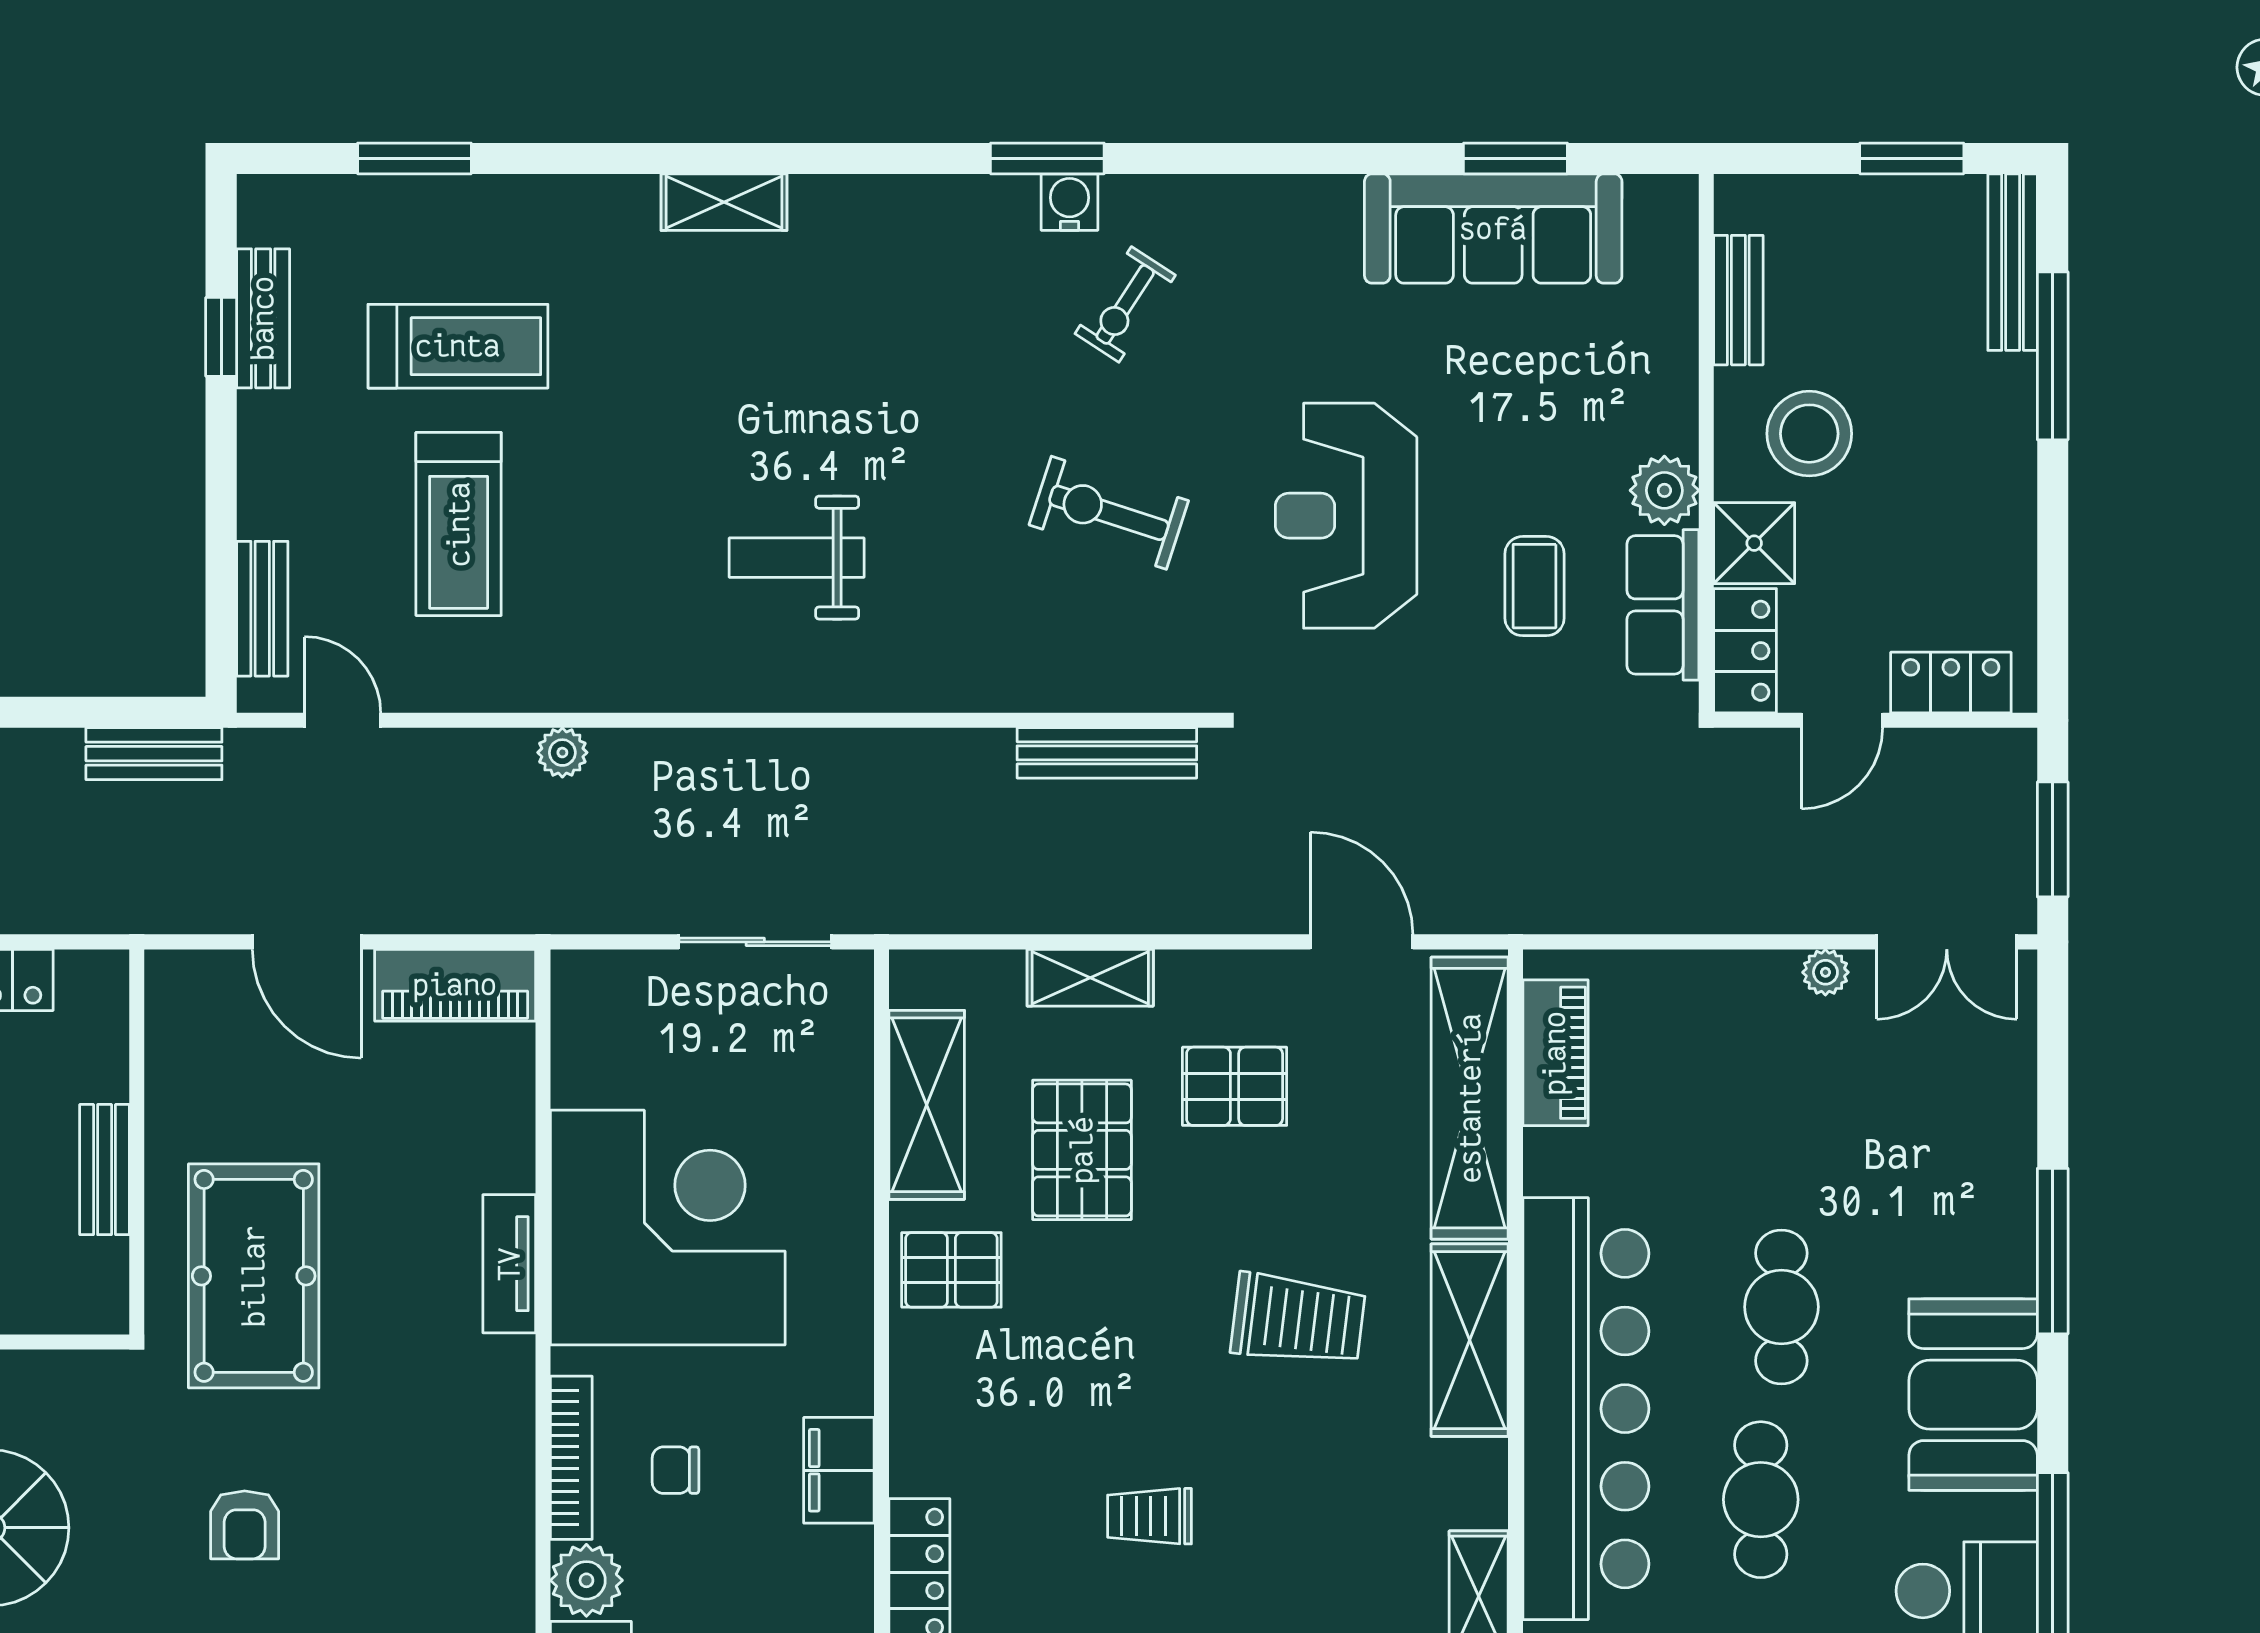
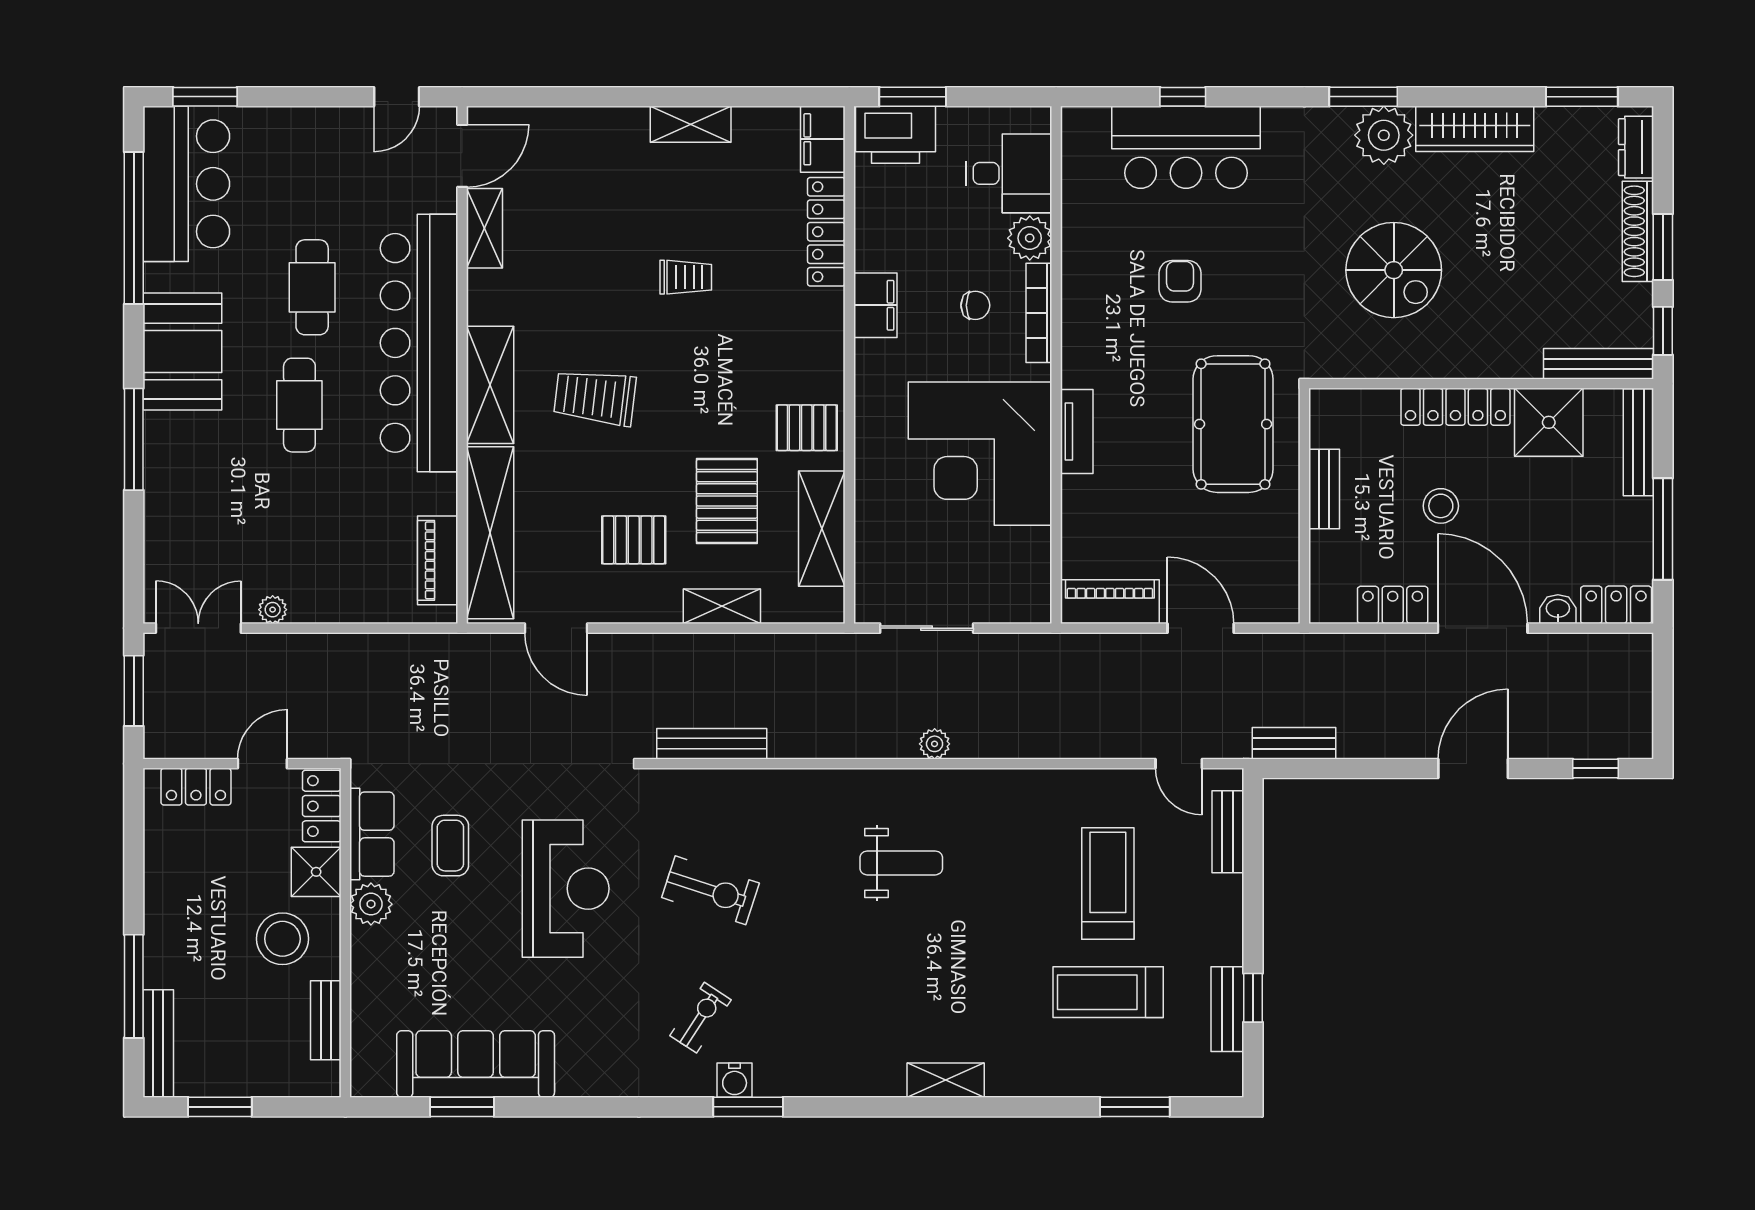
plant: (562, 753) -> (935, 744), moved
armchair: (245, 1525) -> (1180, 281), moved

